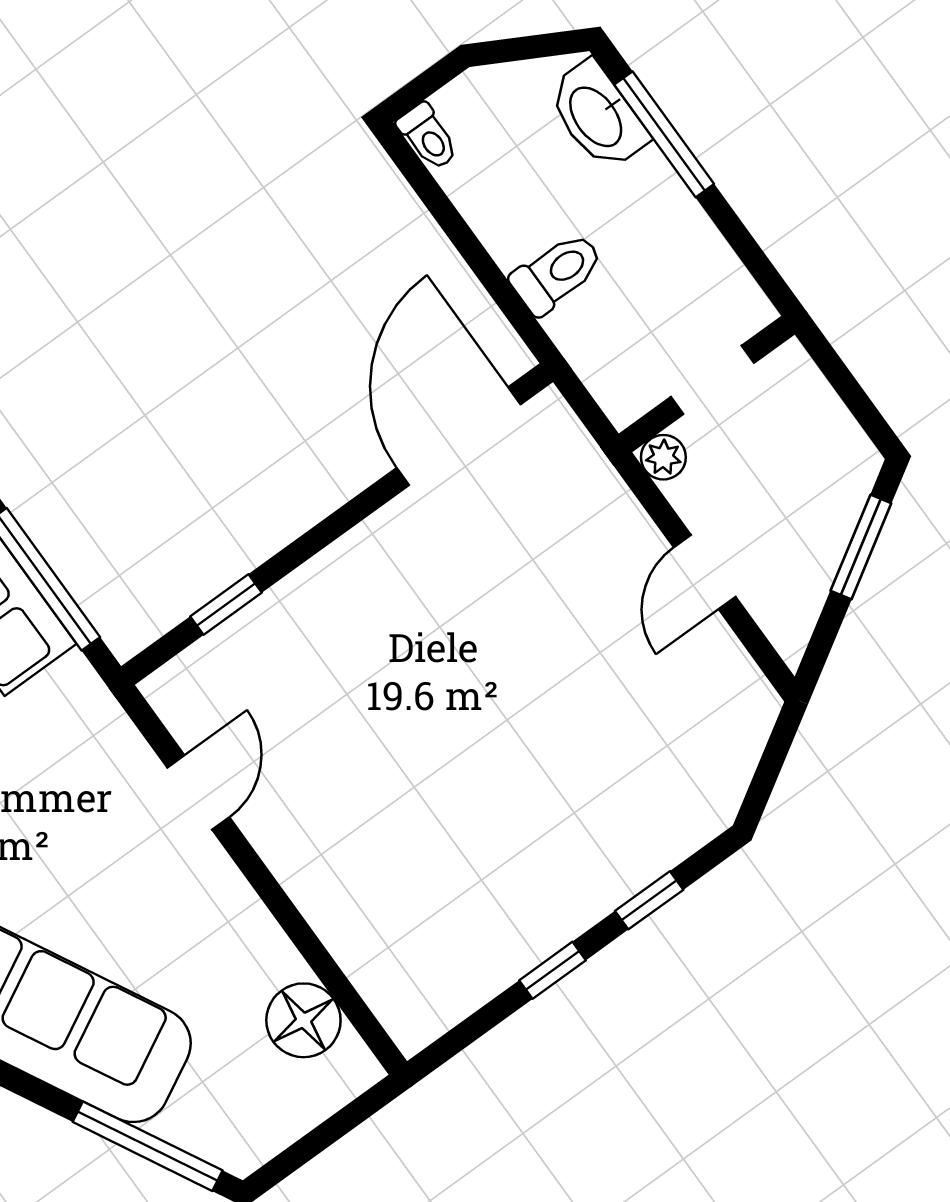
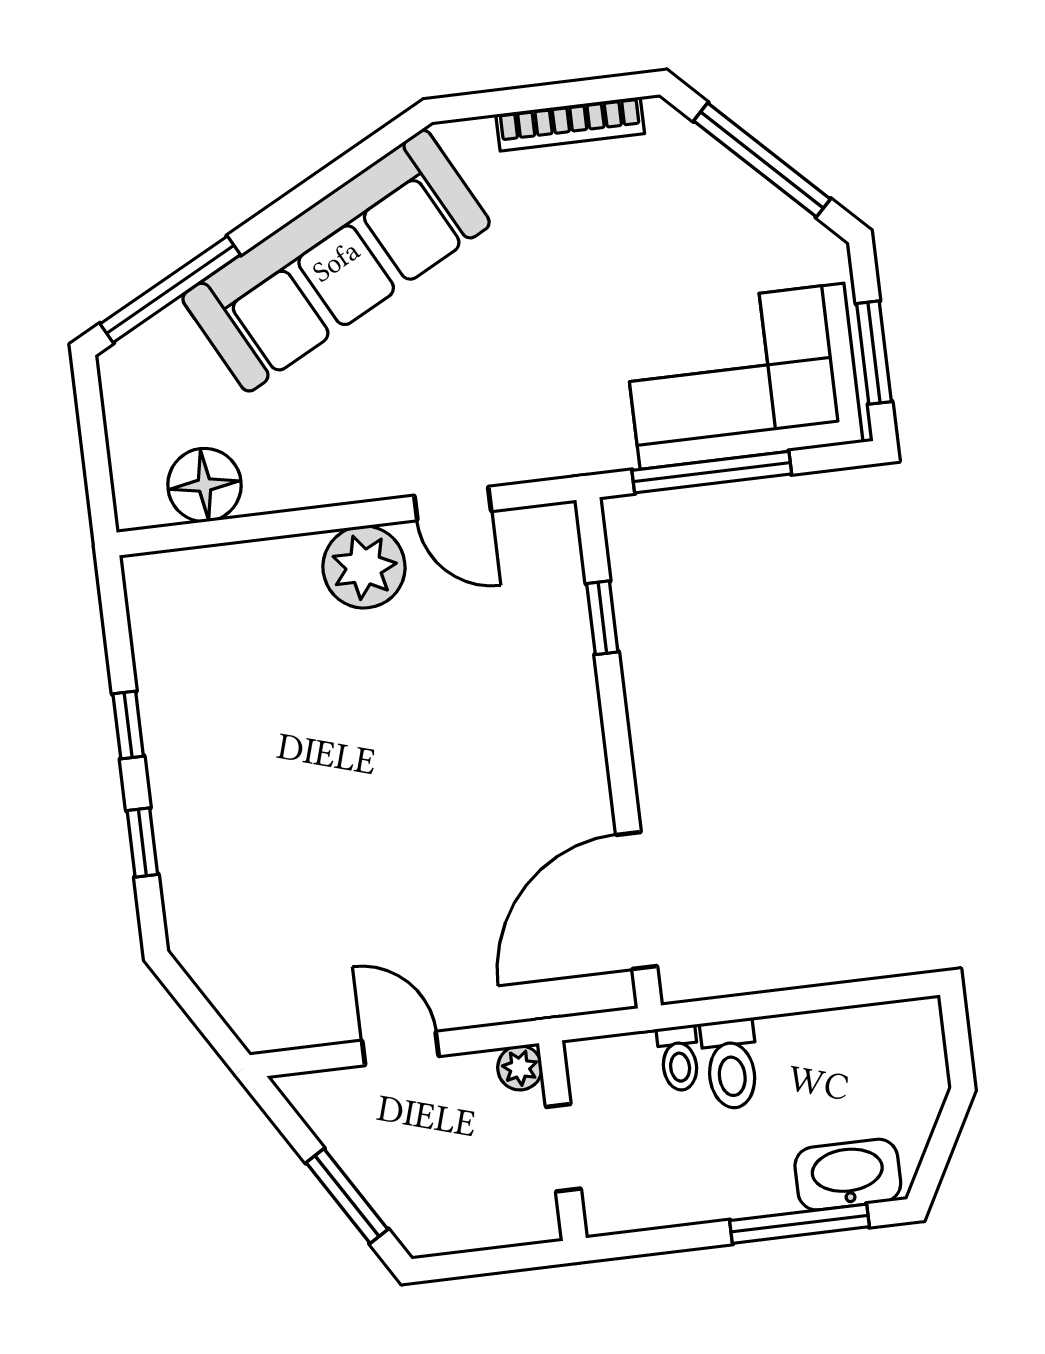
toilet: (428, 137) -> (679, 1058), moved, turned -90
door: (459, 436) -> (637, 900), swing flipped
plant: (298, 840) -> (364, 567), added

